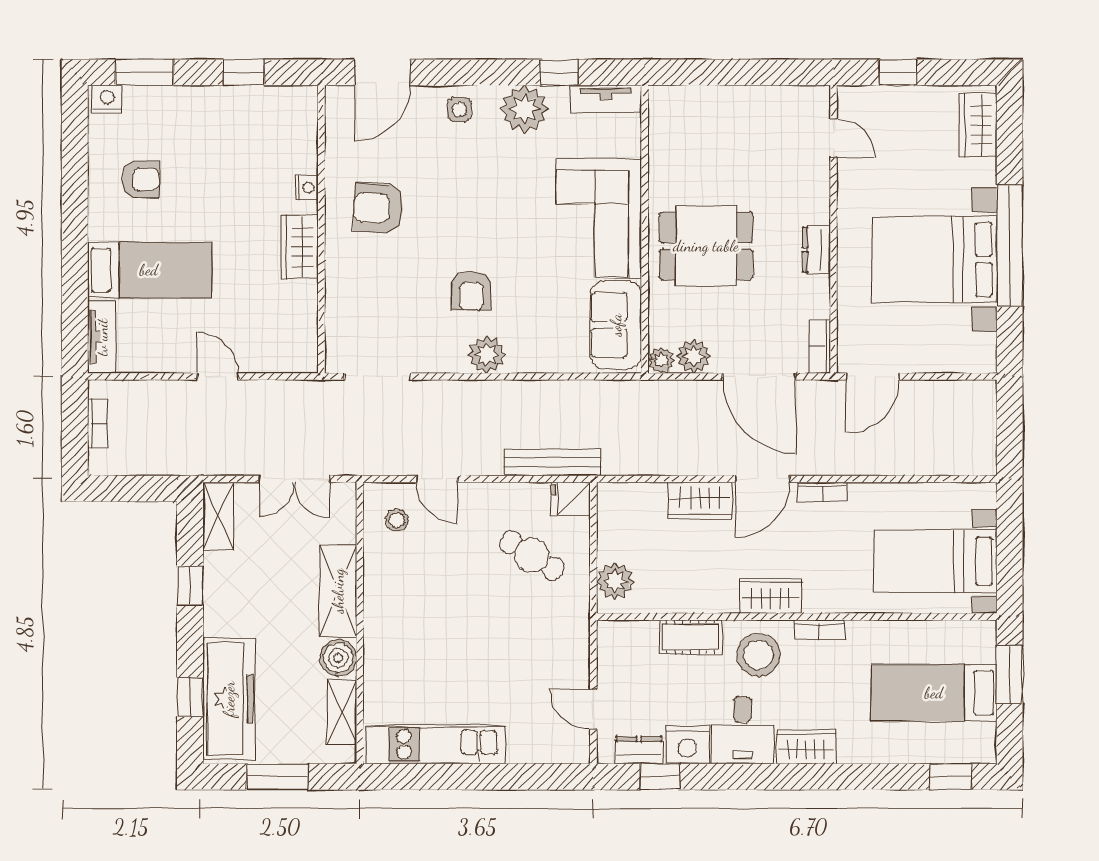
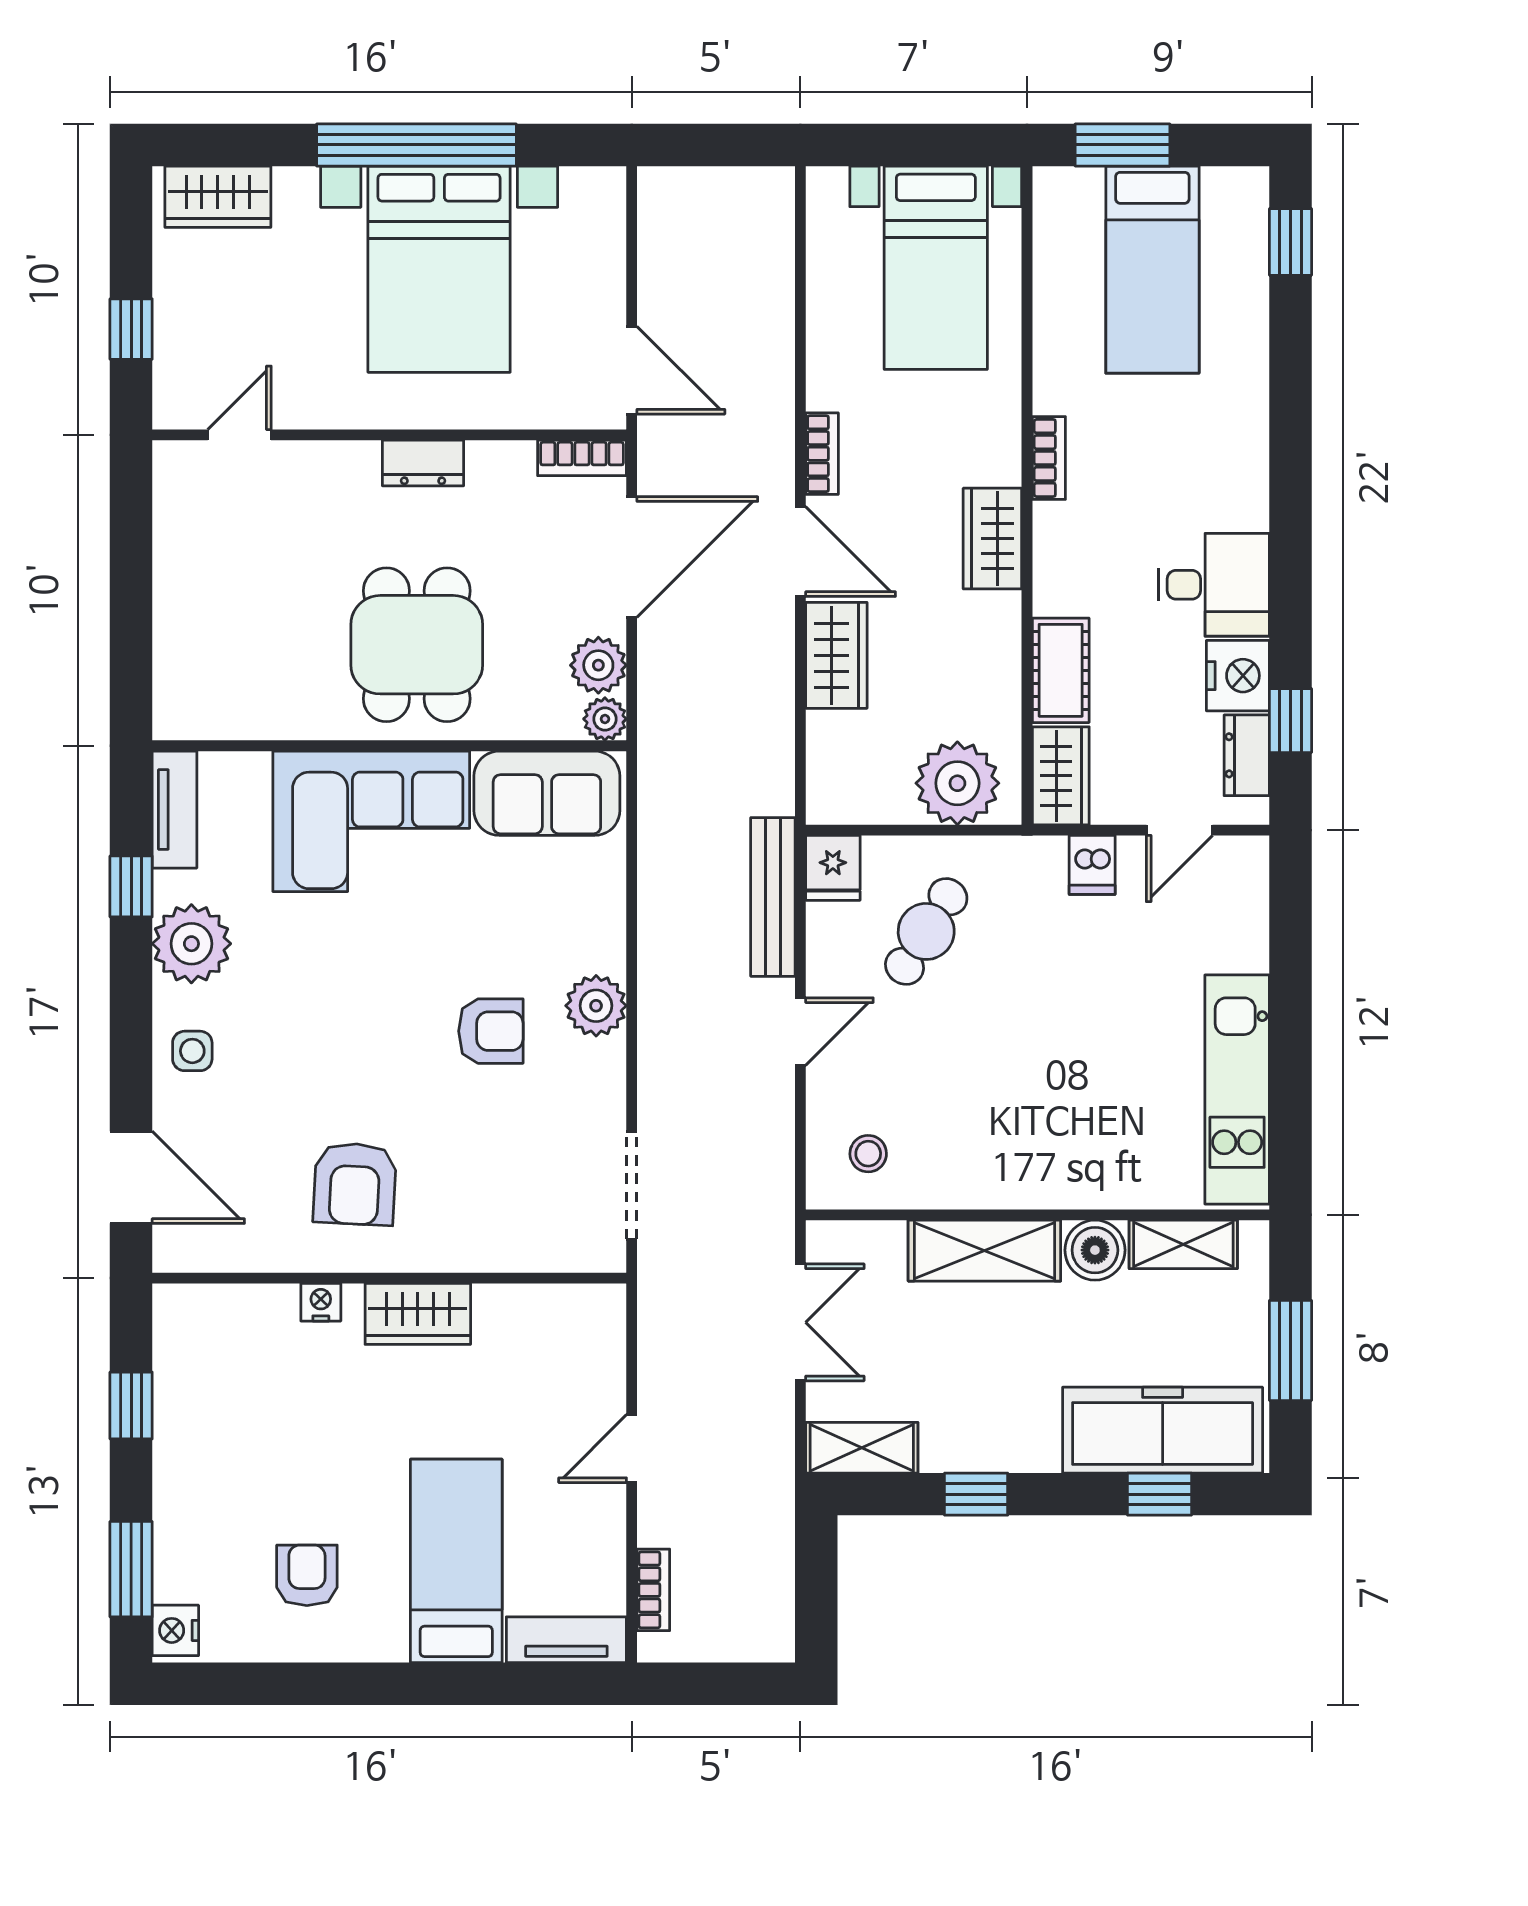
bookcase: (98, 423) -> (653, 1590), moved, turned 90
door: (437, 479) -> (800, 1032), moved
plant: (615, 581) -> (957, 783), width x1.36, depth x1.36
stool: (758, 655) -> (1090, 558), removed
dishwasher: (572, 656) -> (1092, 865), added
wardrobe: (806, 747) -> (1061, 776), moved, turned 180

